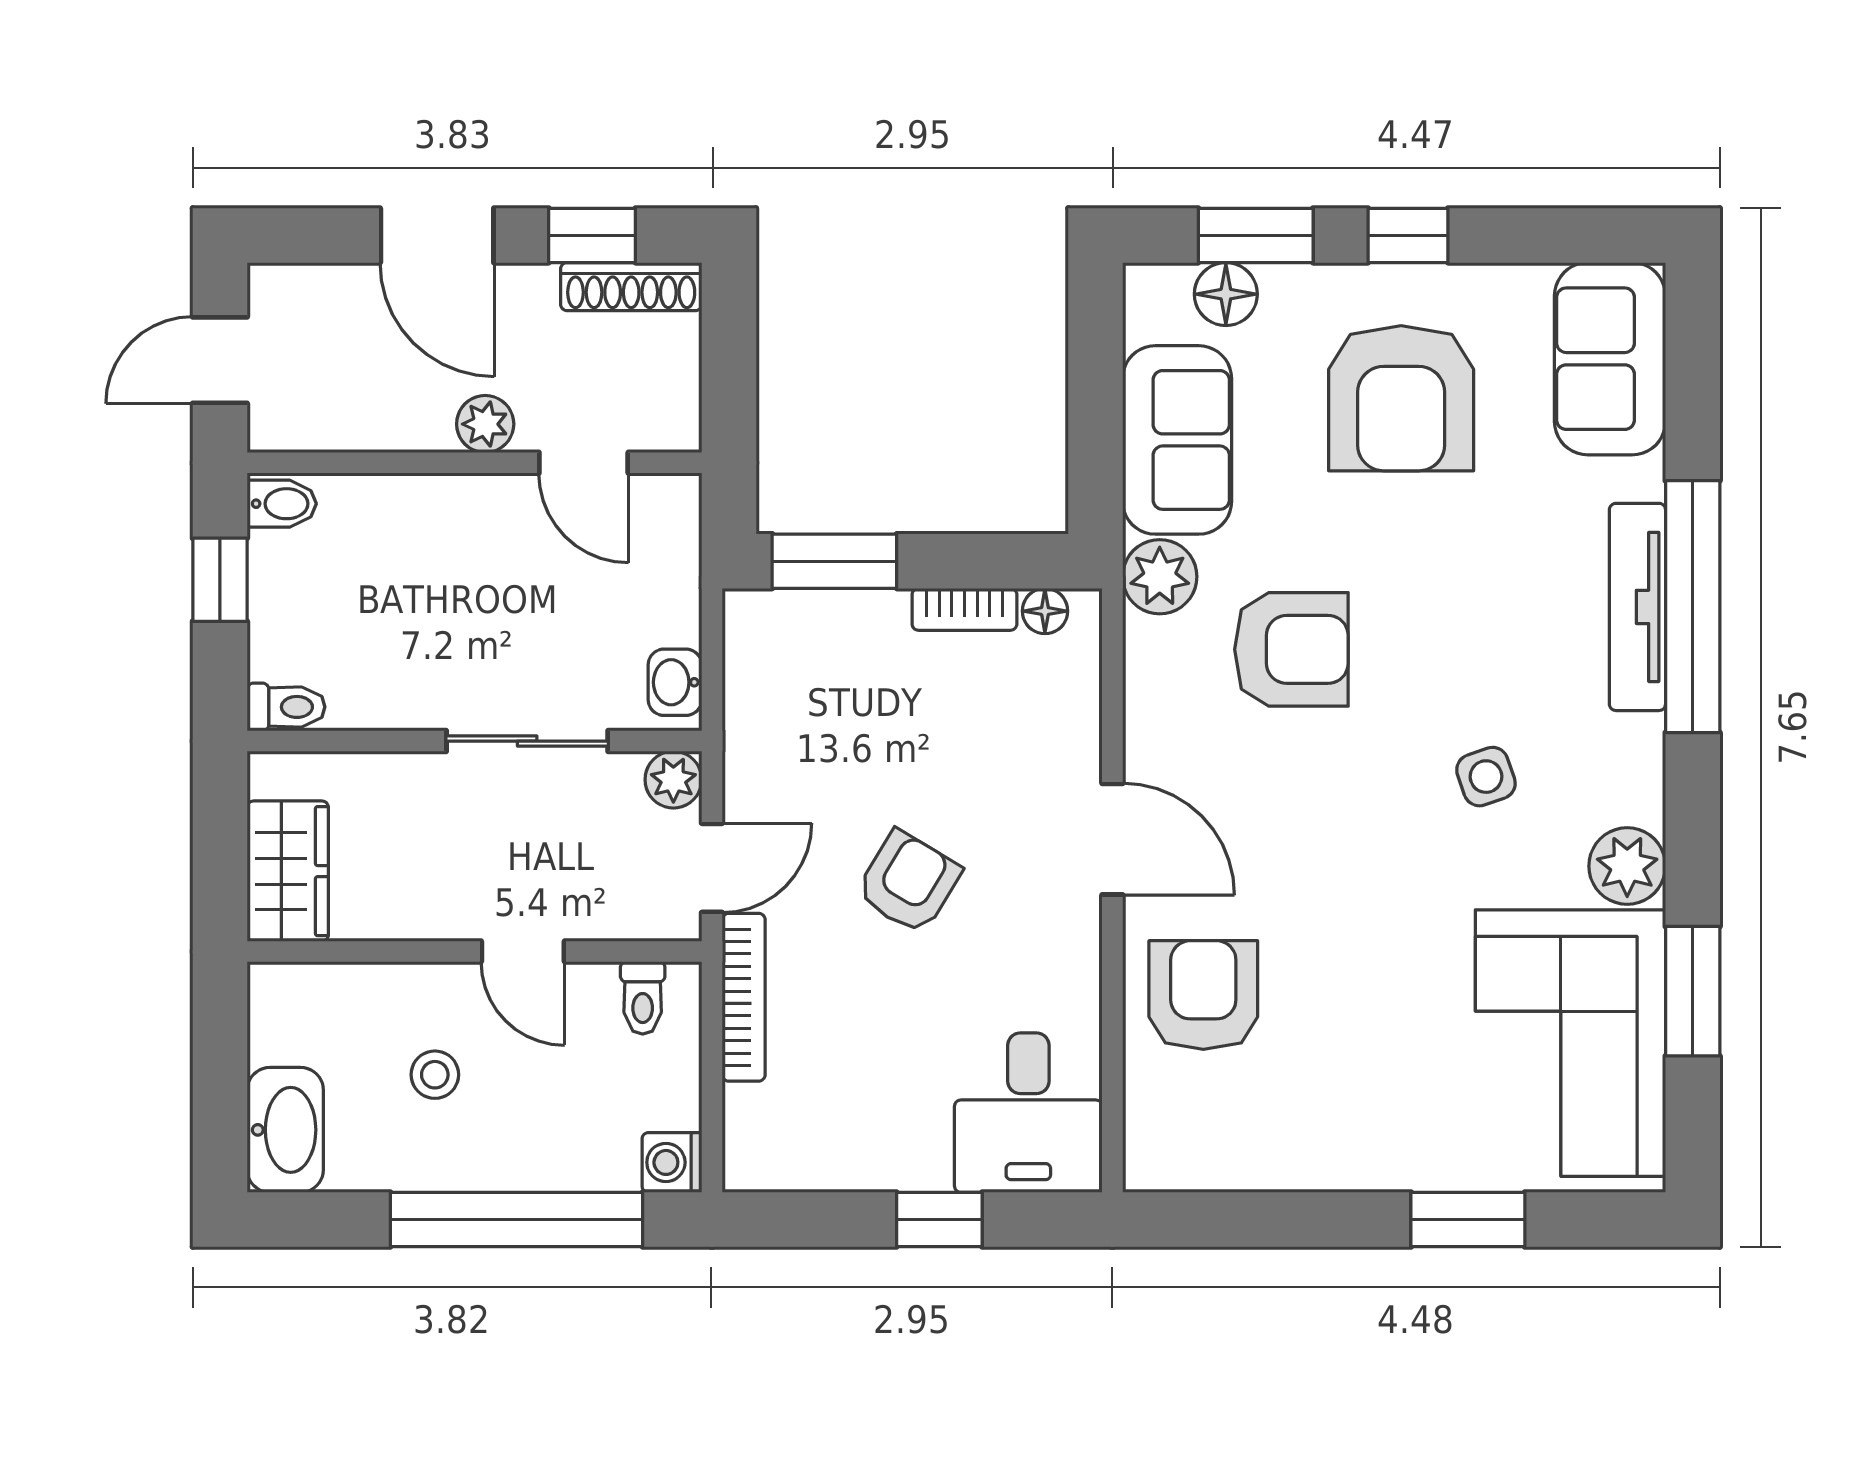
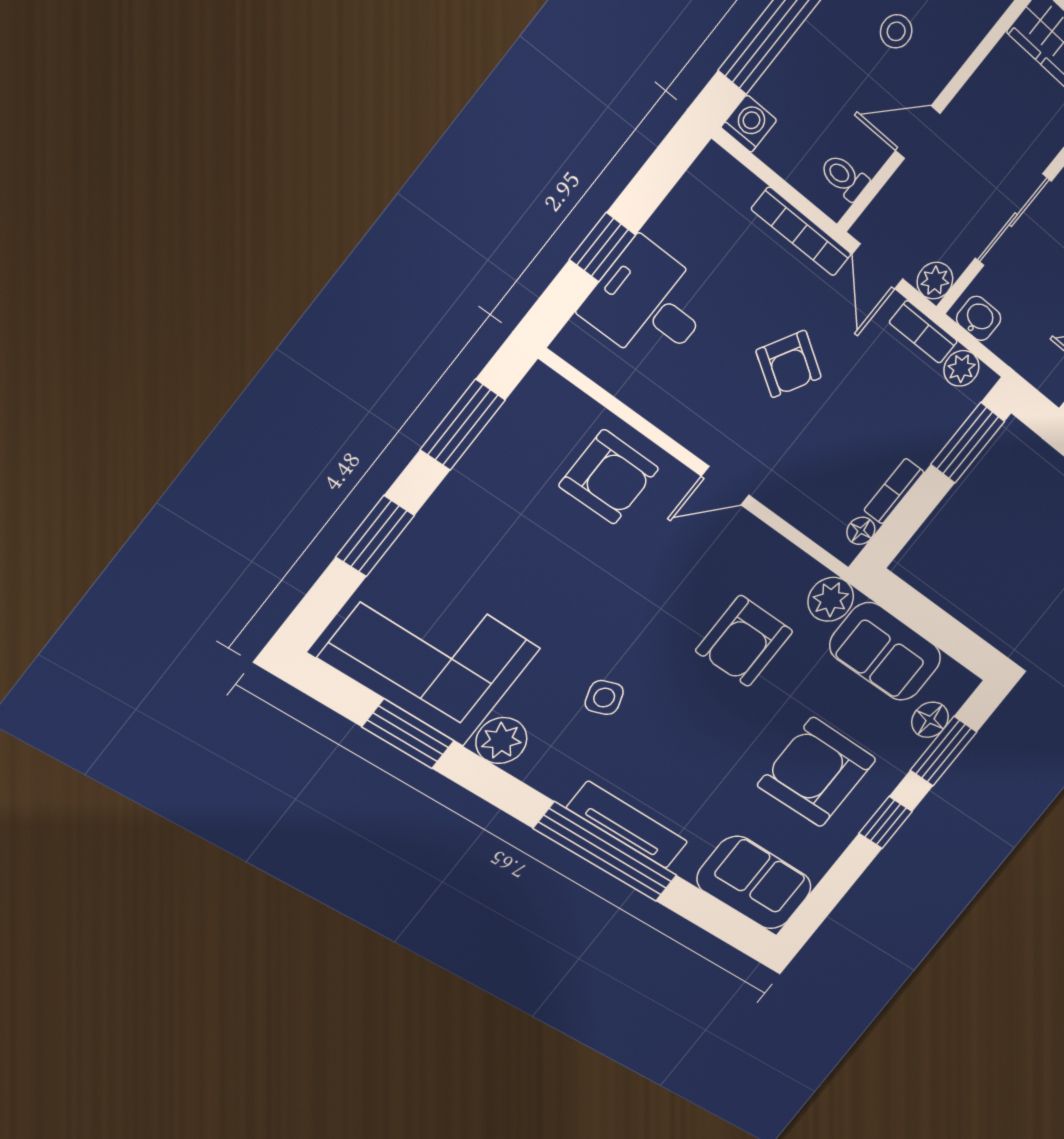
plant: (751, 652) -> (961, 368), added
bookcase: (744, 741) -> (923, 332), added
door: (1112, 839) -> (725, 486), width x0.73
desk: (1028, 1113) -> (649, 304), moved
window: (1263, 1220) -> (463, 425), added

